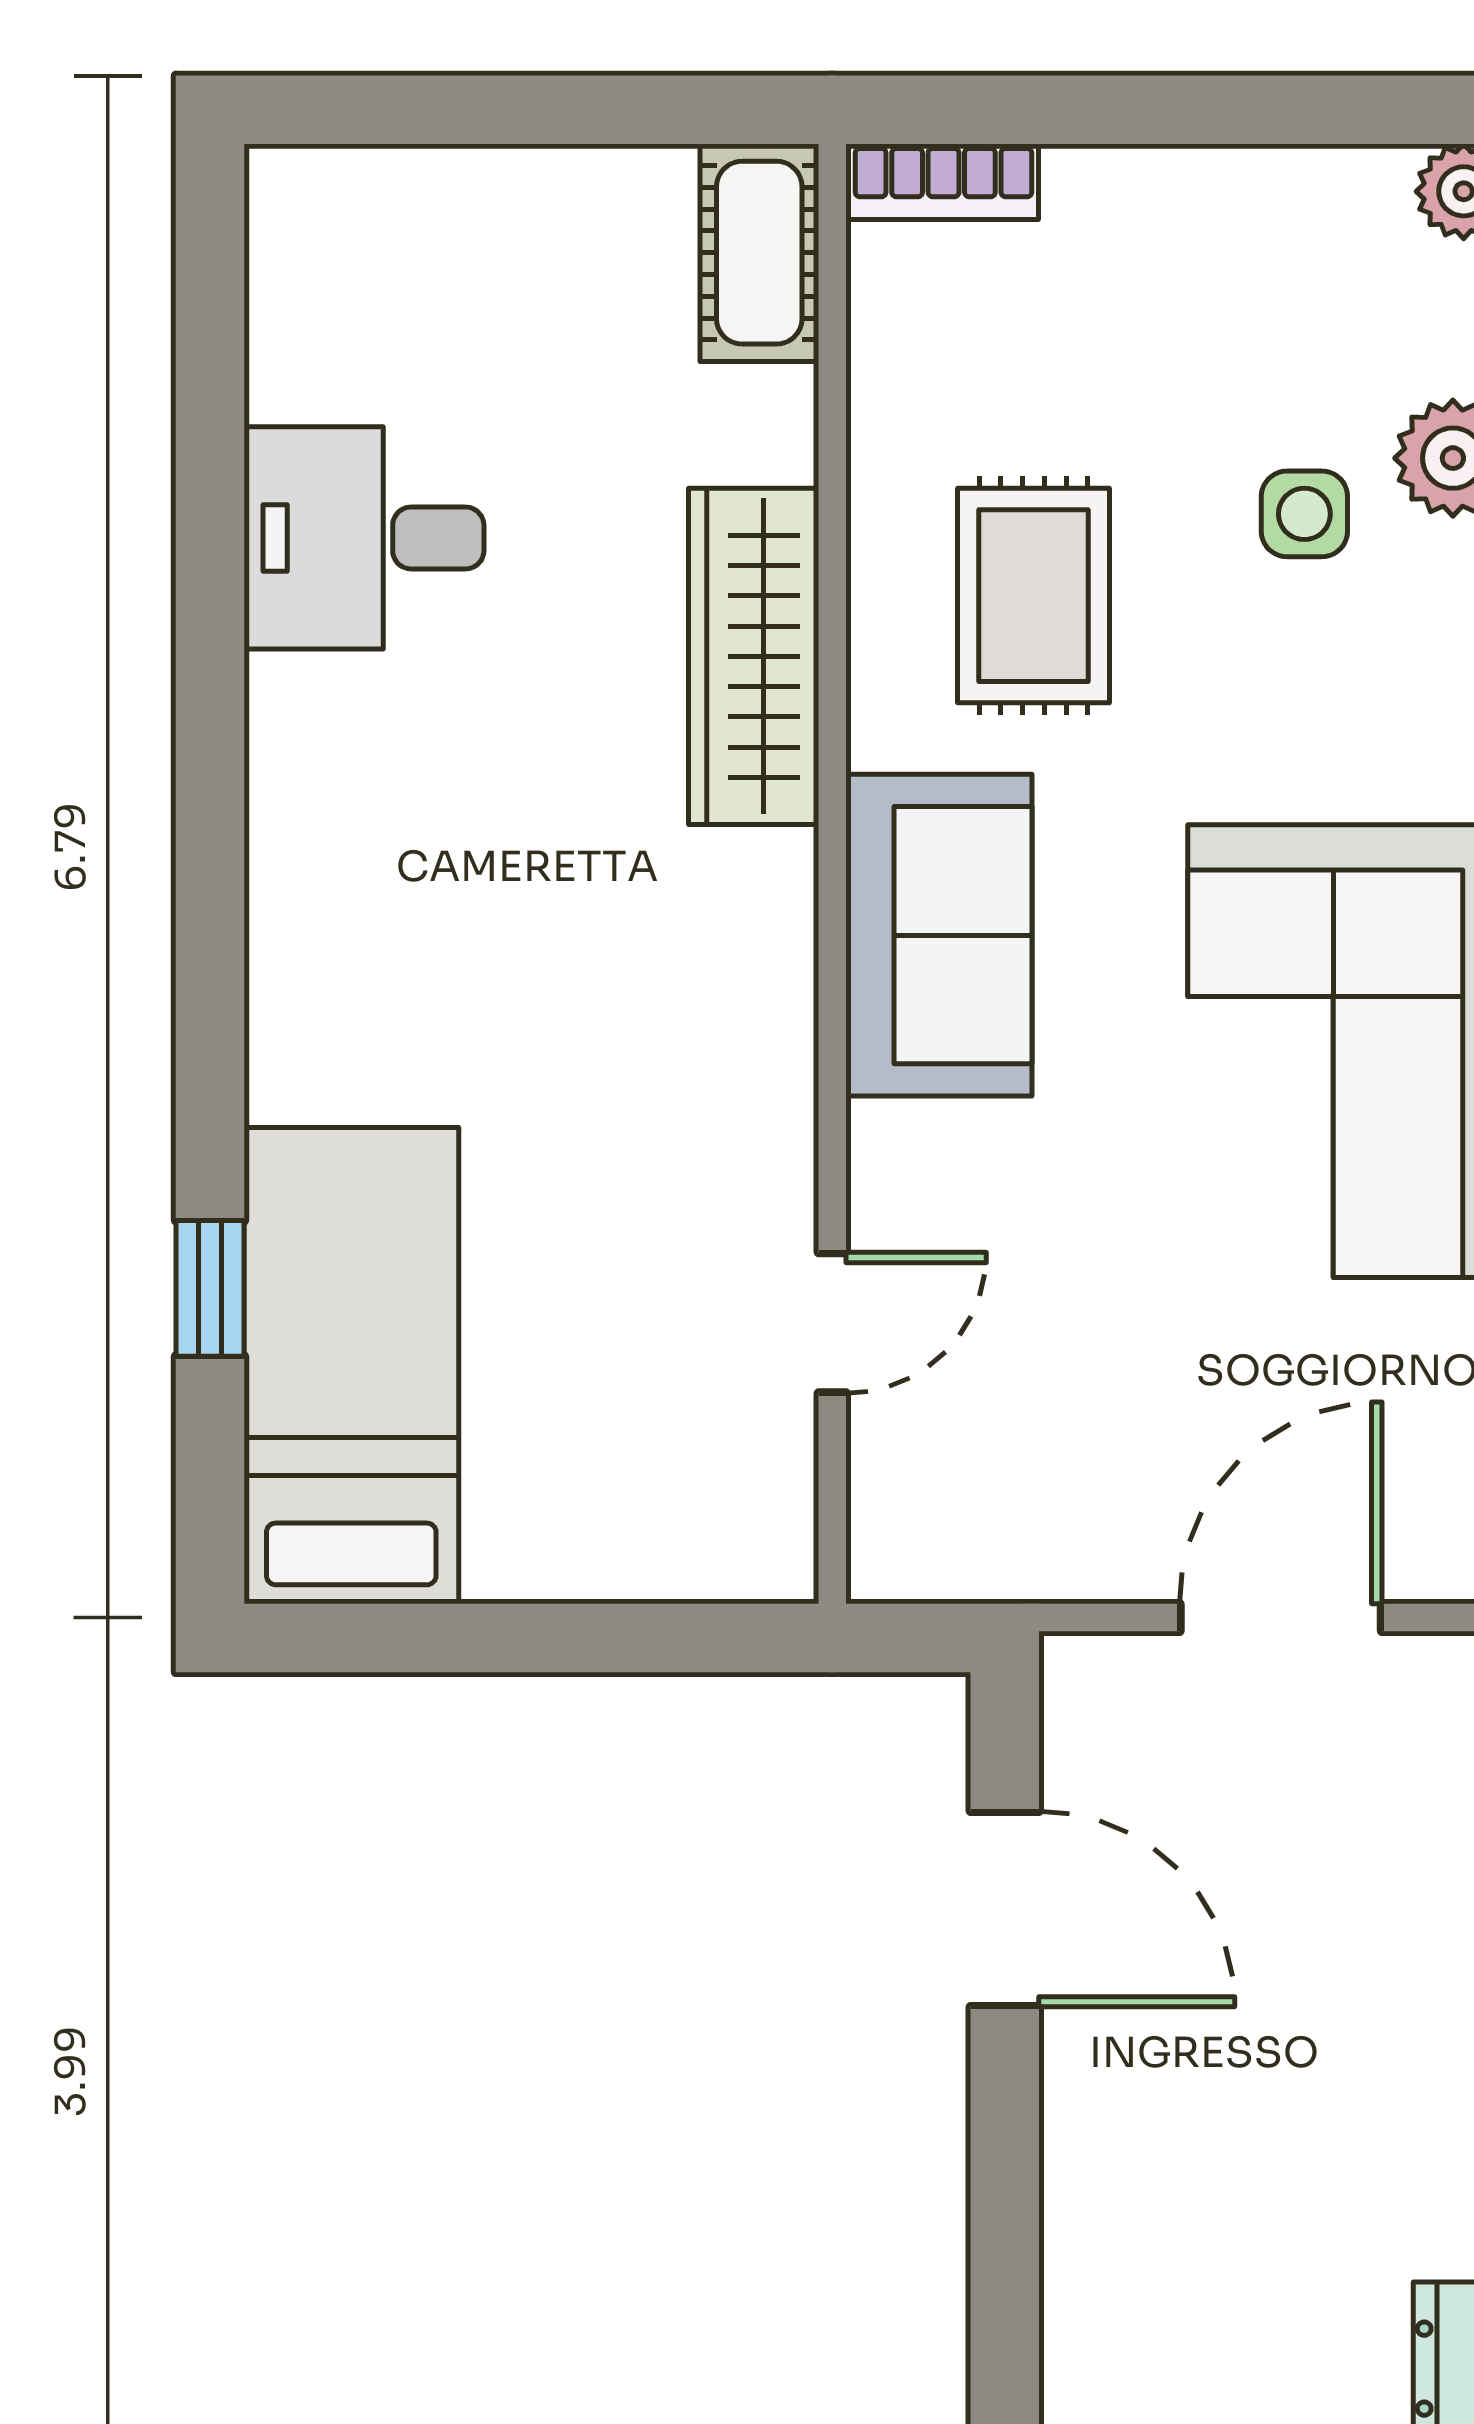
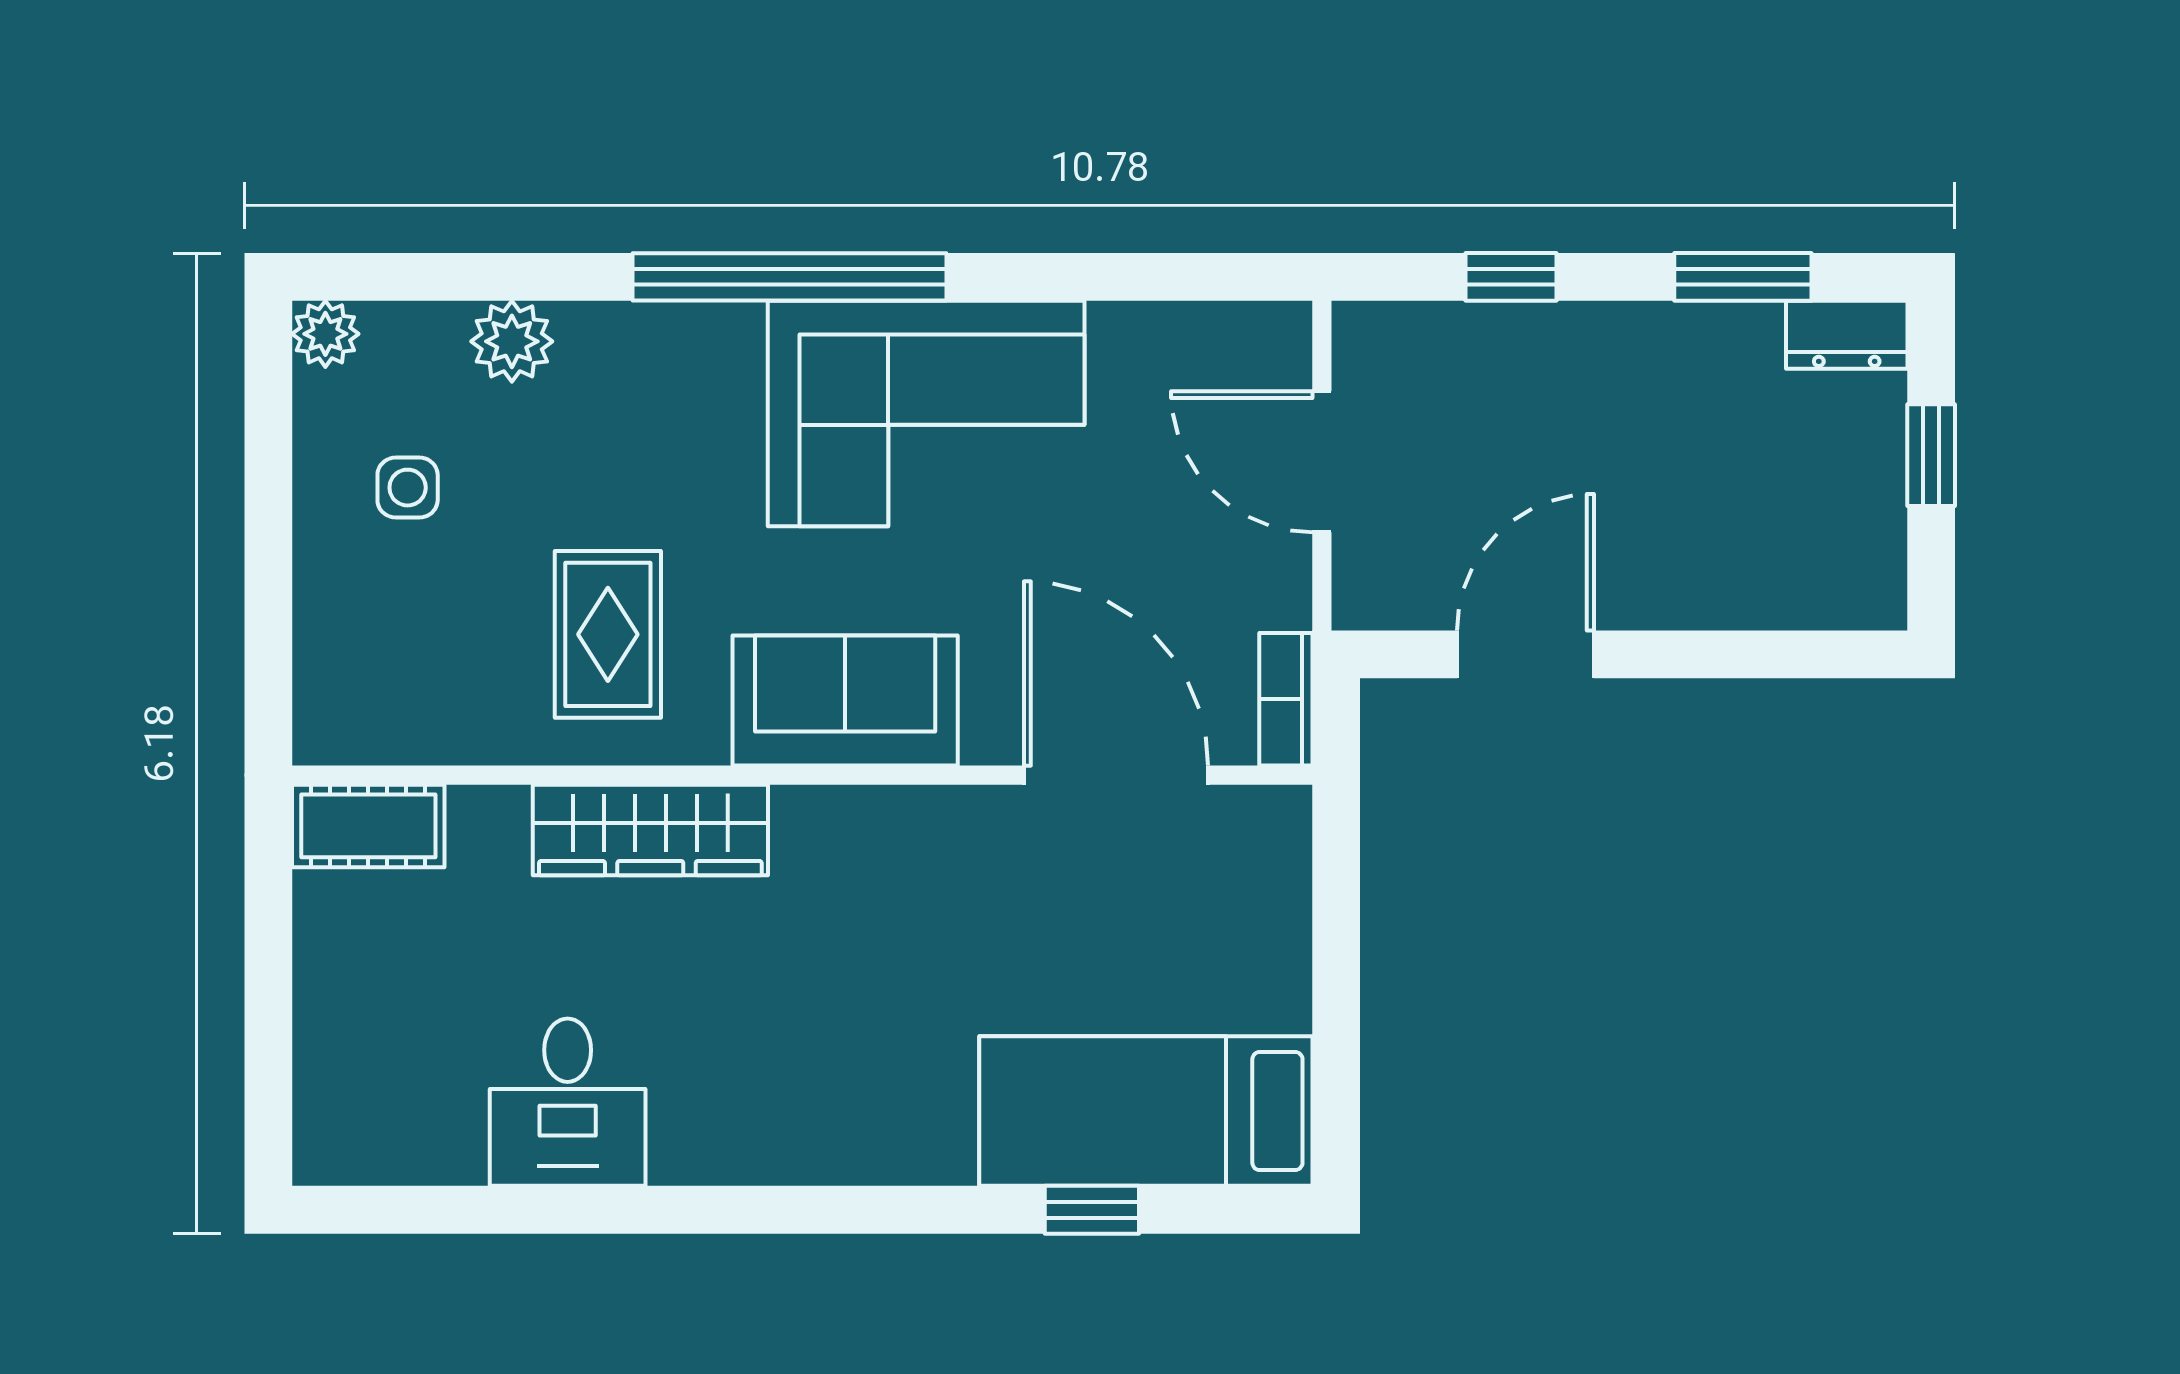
bookcase: (944, 182) -> (1286, 699), moved, turned 180
side table: (1304, 514) -> (408, 488), moved
rug: (1034, 596) -> (608, 634), turned 90
door: (832, 1323) -> (1116, 775), width x1.88

